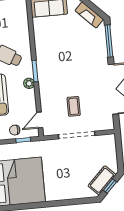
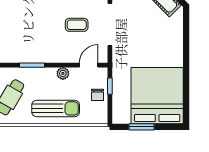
plant: (29, 83) -> (63, 73), moved
door: (40, 120) -> (89, 65), swing flipped

